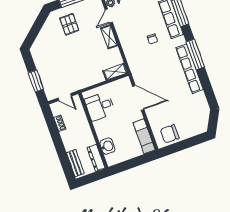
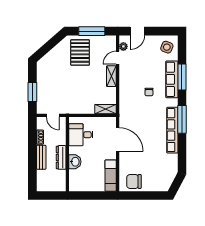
pallet: (69, 24) -> (80, 52), width x1.50, depth x1.42
washbasin: (107, 146) -> (75, 162), moved
dresser: (96, 158) -> (61, 157), moved
bench: (75, 163) -> (41, 157), moved

